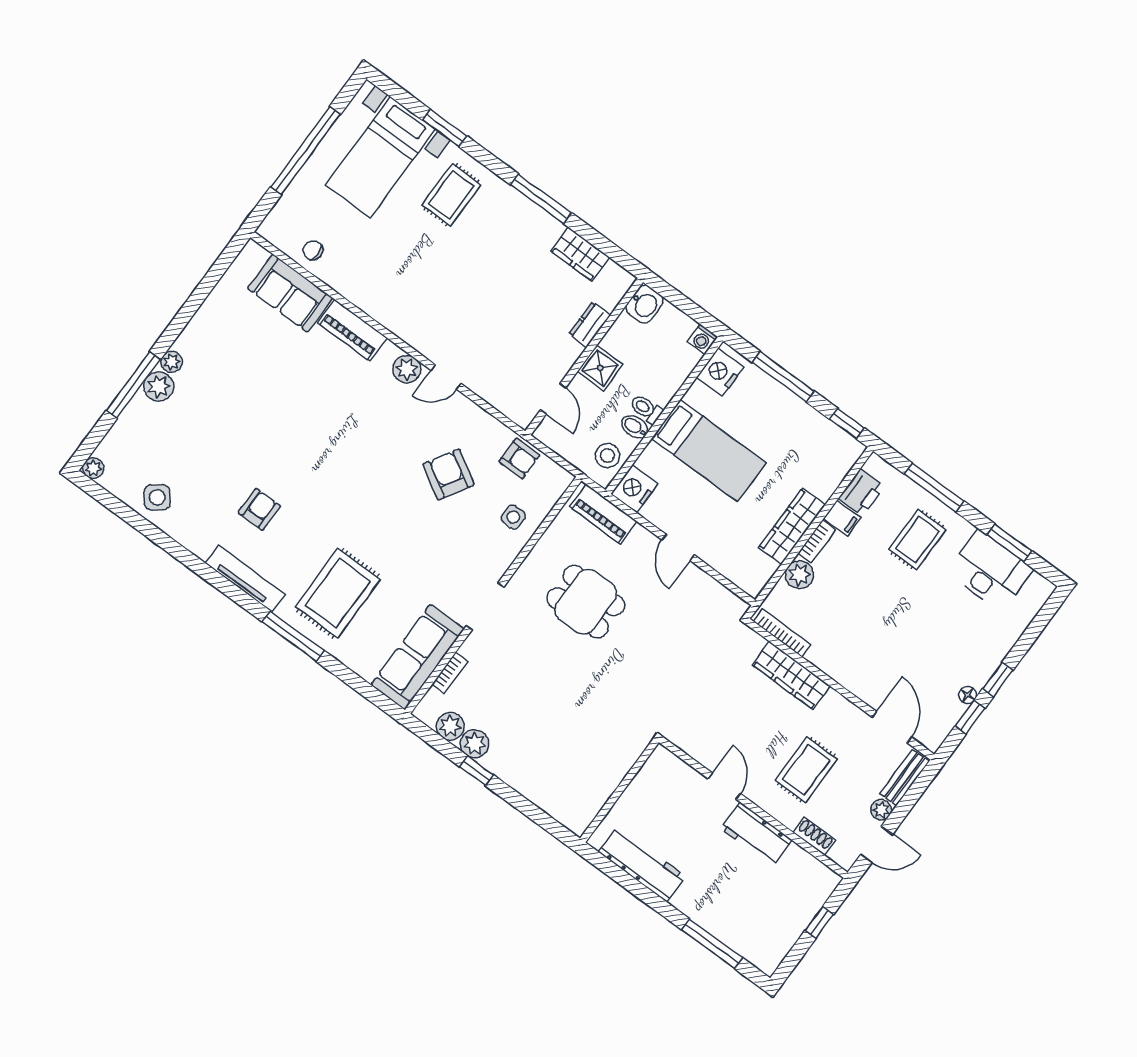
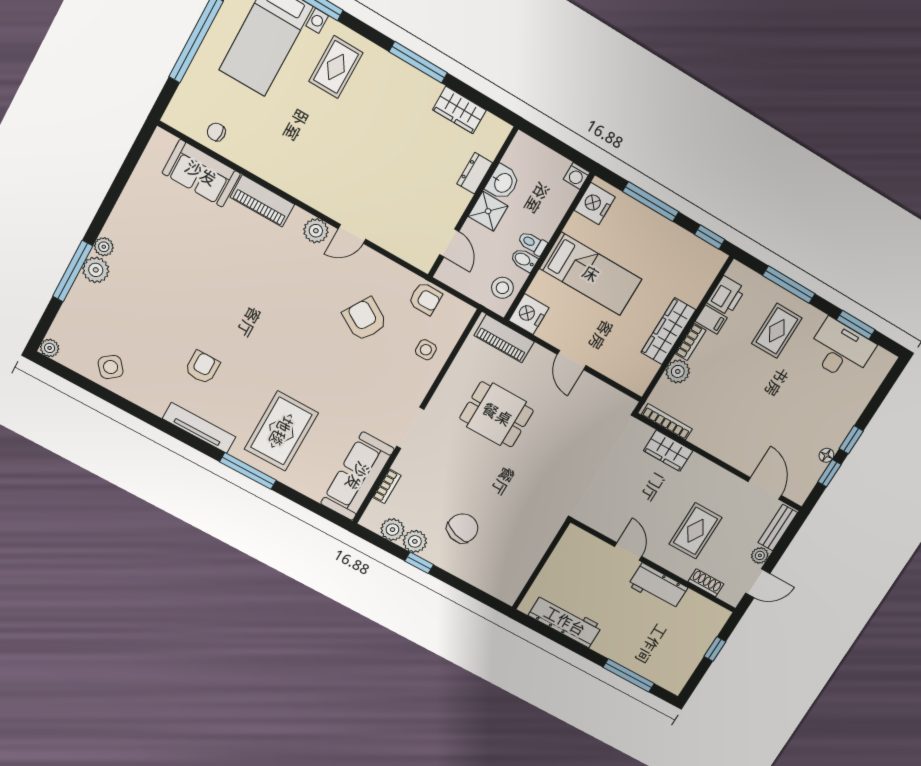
washbasin: (644, 304) -> (503, 182), moved
wardrobe: (791, 675) -> (668, 451), width x0.67
chair: (532, 734) -> (462, 528), added

